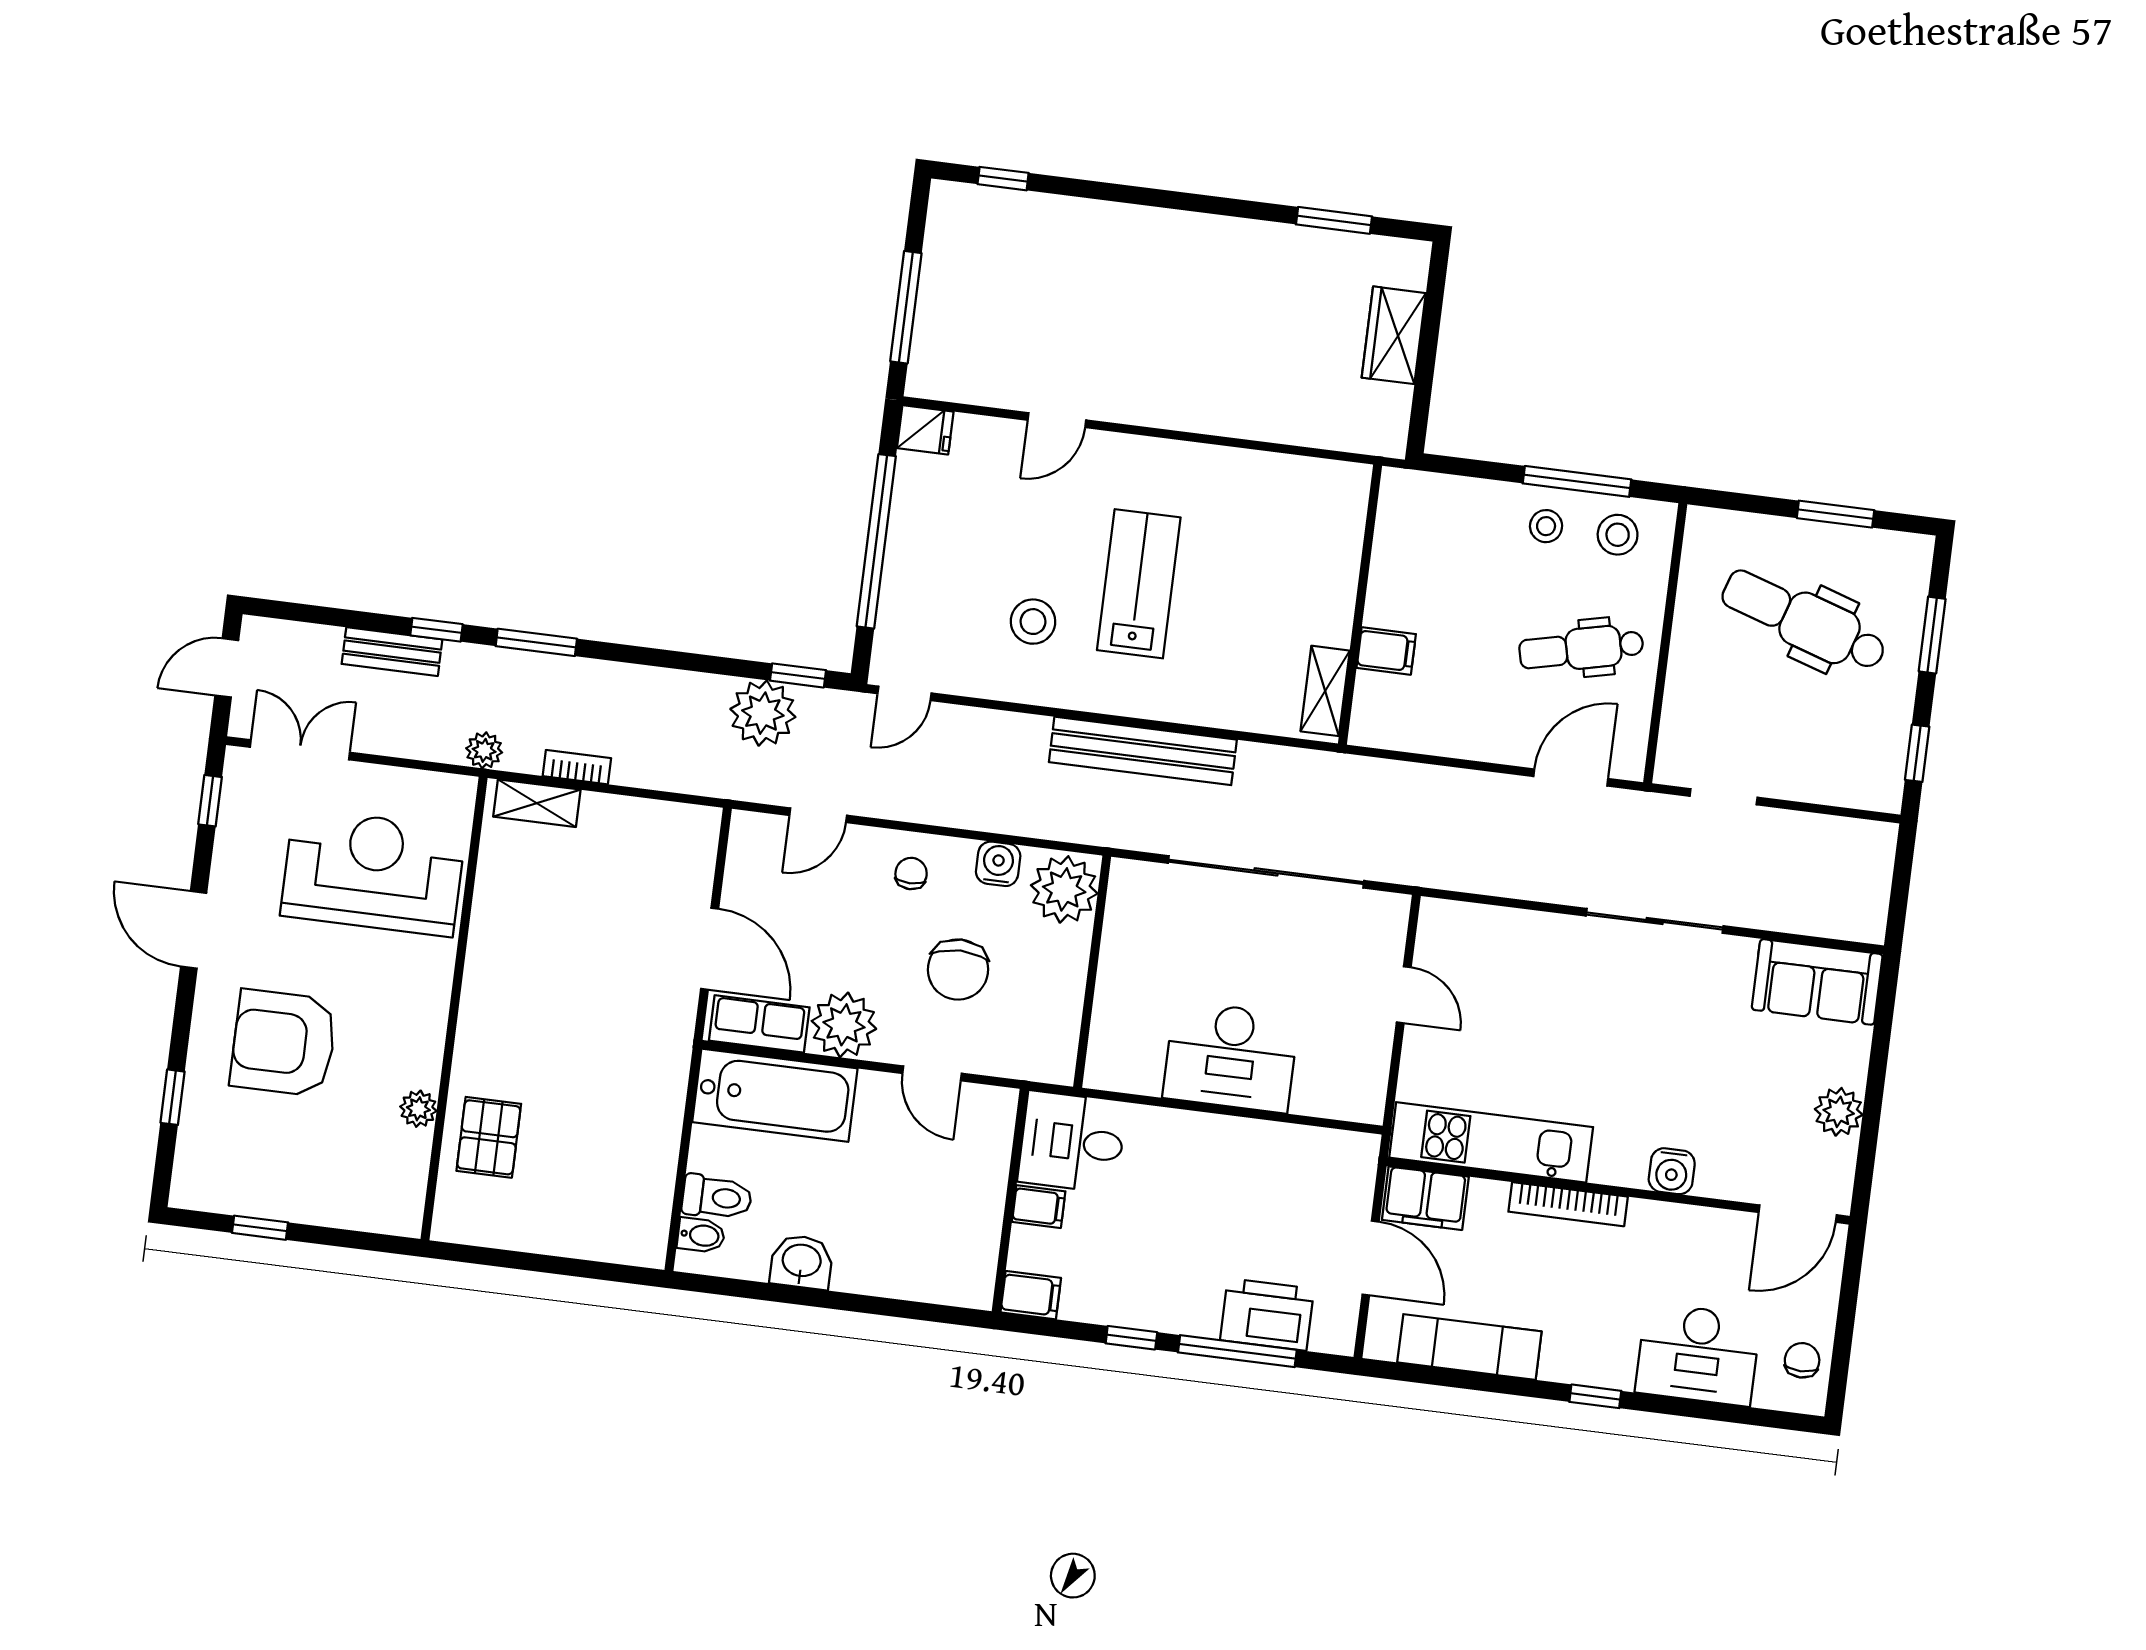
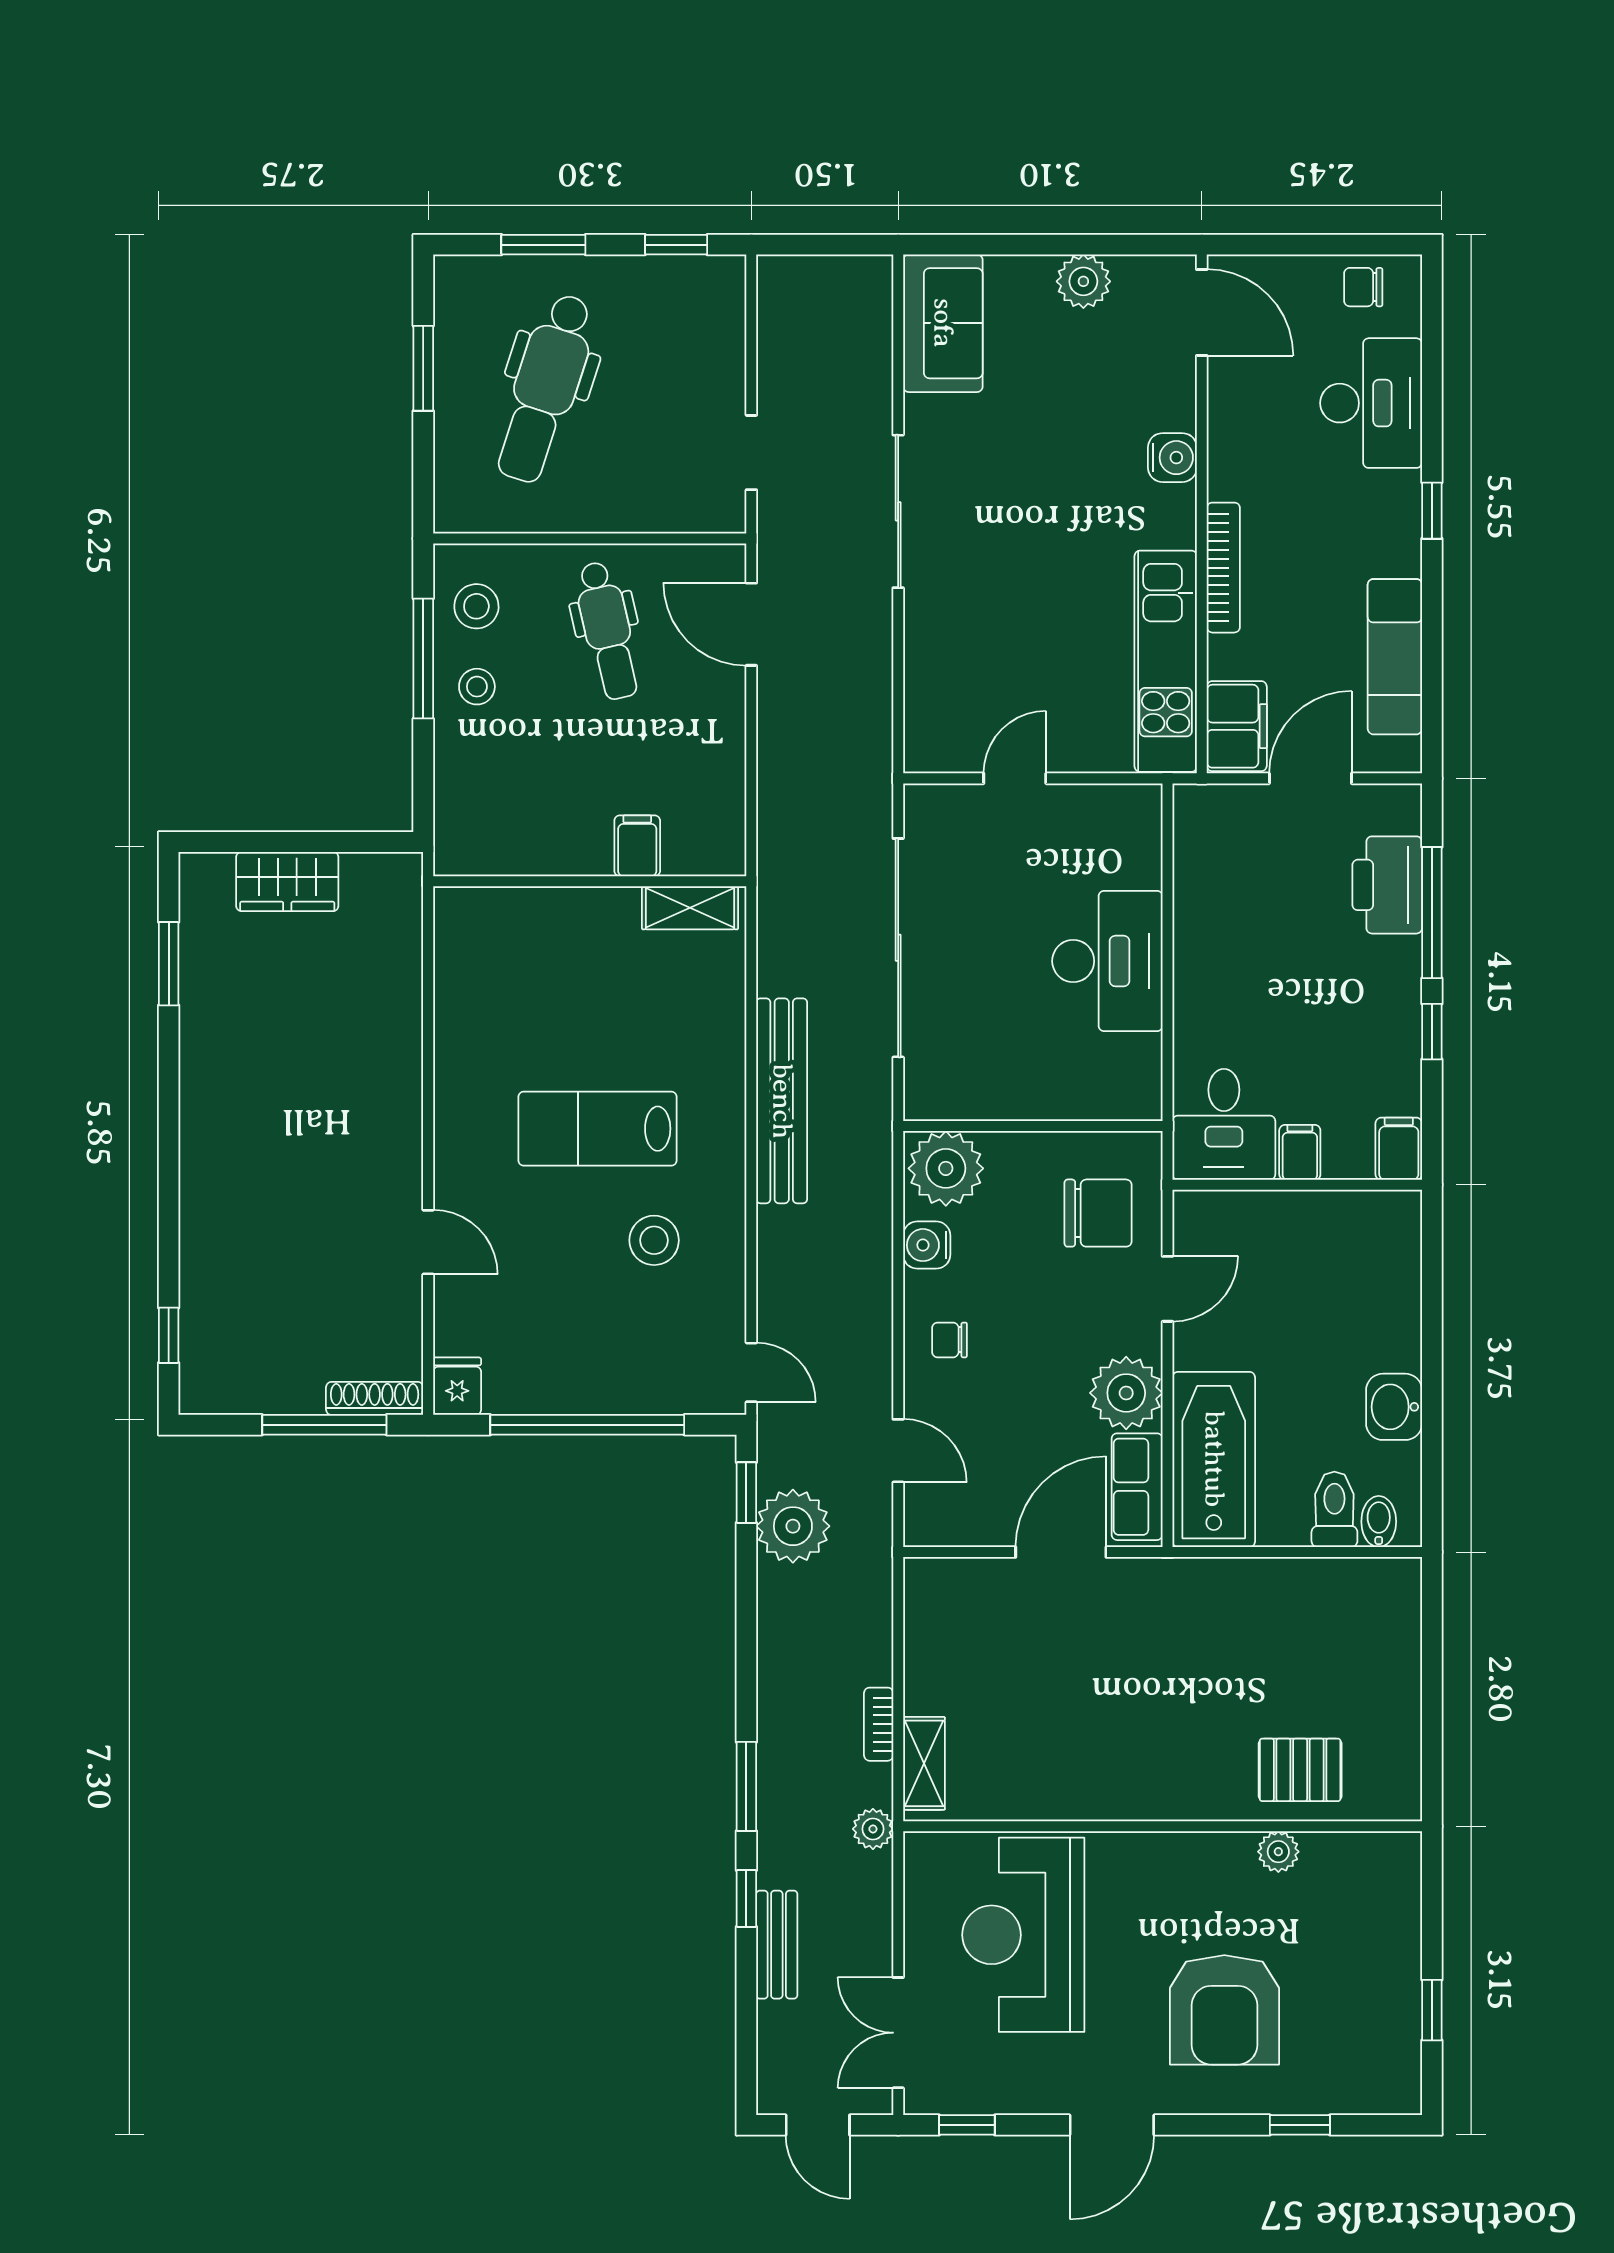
shoe rack: (924, 355) -> (375, 1398), added
chair: (958, 970) -> (1098, 1213), moved

